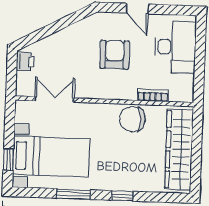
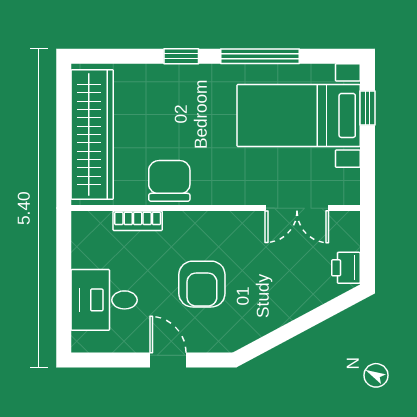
desk: (175, 47) -> (104, 300), width x0.73
chair: (132, 119) -> (169, 181), turned -90
window: (74, 194) -> (260, 56), width x1.44

